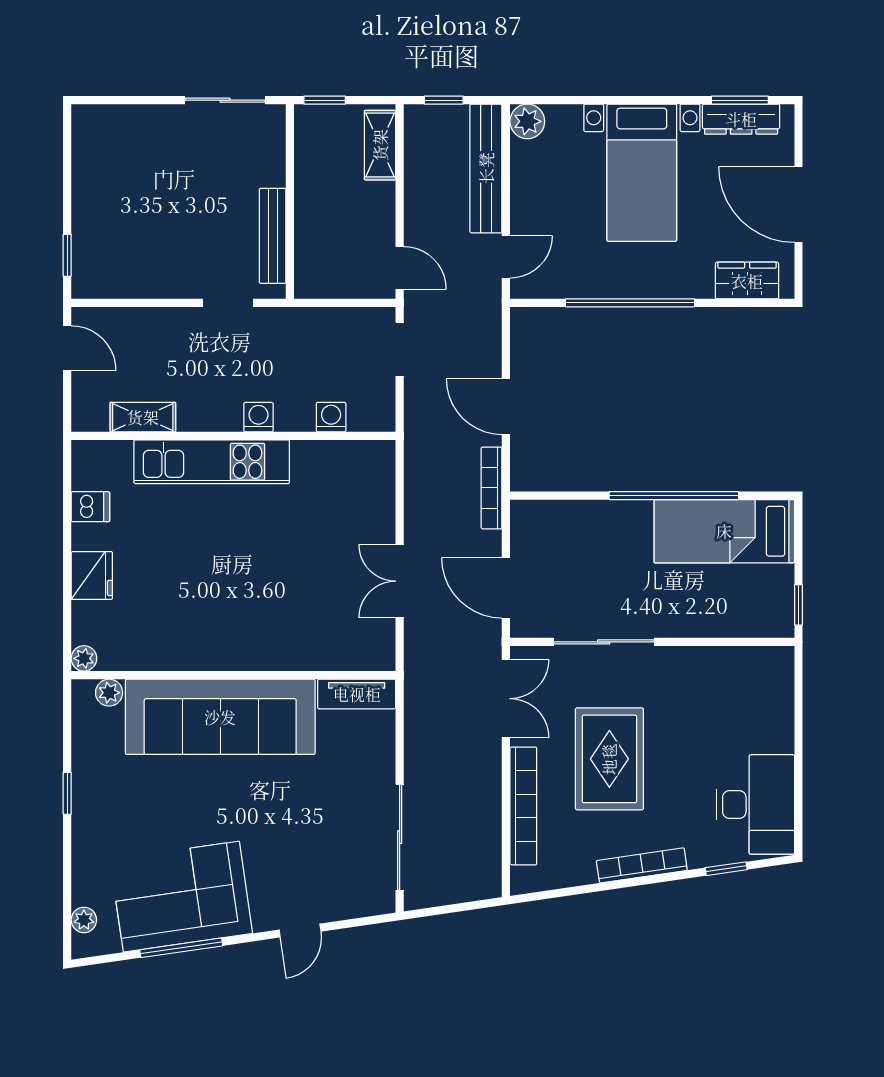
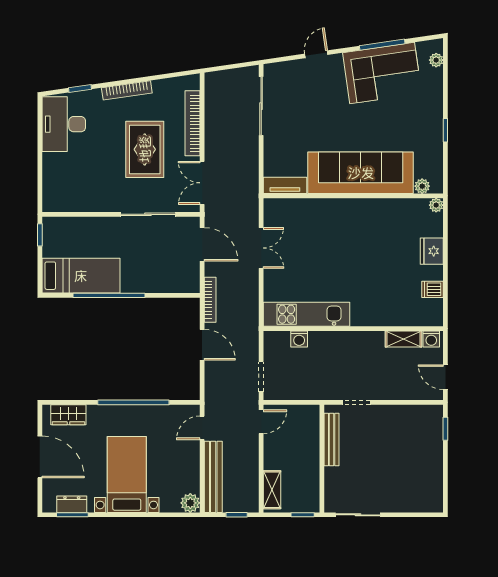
dresser: (741, 119) -> (72, 504), width x0.70
door: (400, 268) -> (261, 422), swing flipped
washing machine: (258, 417) -> (431, 339), moved
kitchen unit: (212, 462) -> (306, 314), moved

